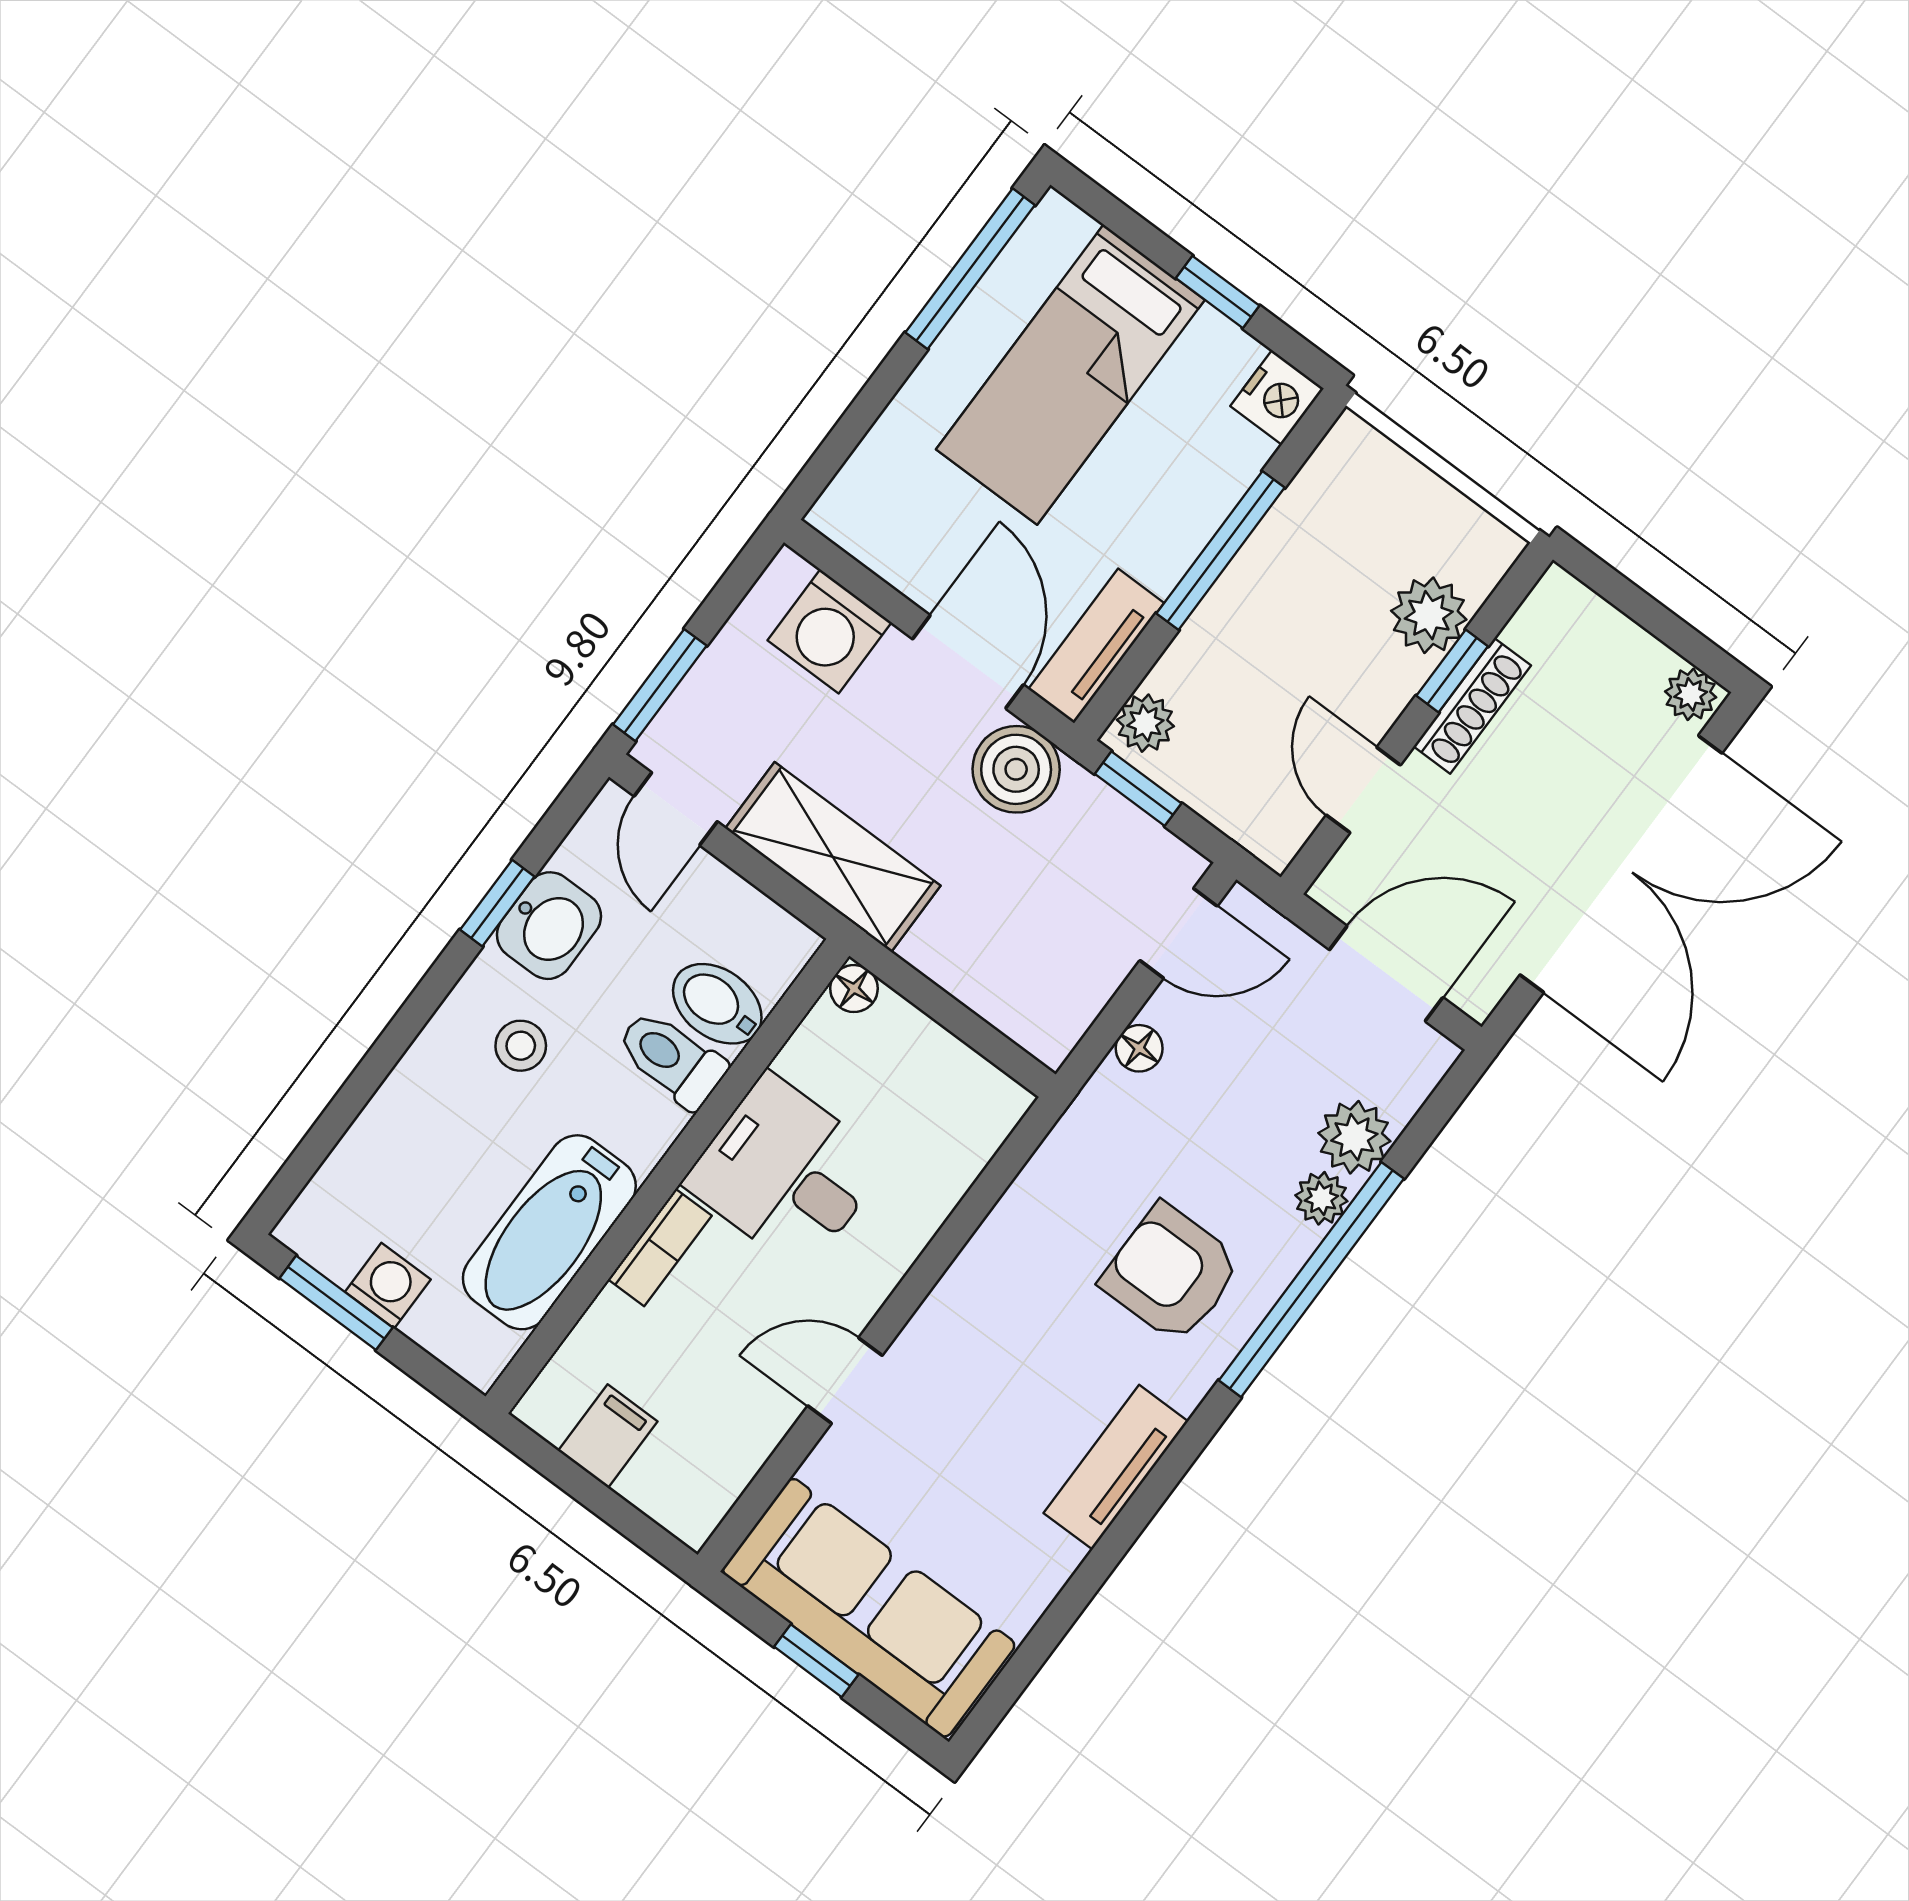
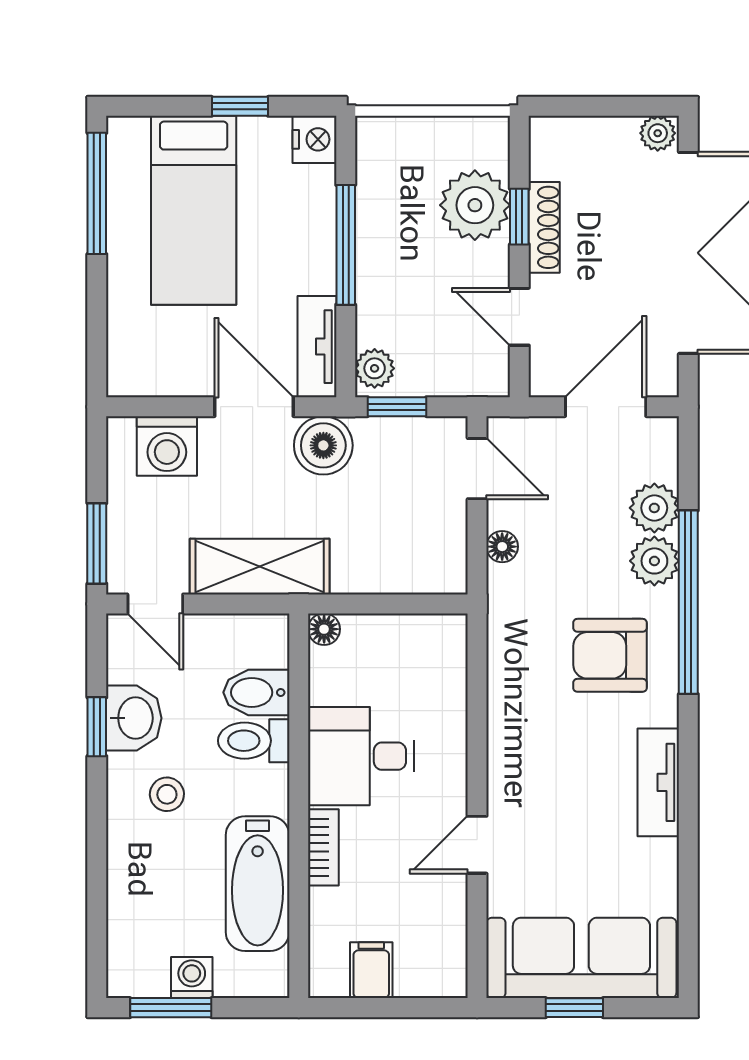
plant: (1429, 615) -> (475, 205), width x1.36, depth x1.36
door: (1179, 933) -> (477, 469), hinge flipped
plant: (1321, 1198) -> (654, 561), width x1.38, depth x1.38

